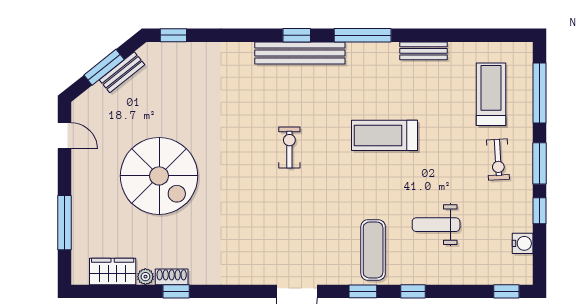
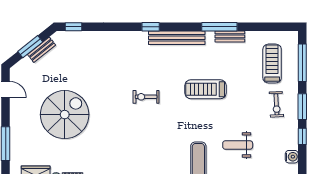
window: (363, 35) -> (219, 27), moved
bench: (300, 53) -> (177, 38), moved
exercise bike: (289, 148) -> (146, 97), turned -90
spiral stairs: (159, 176) -> (65, 115), turned -90

